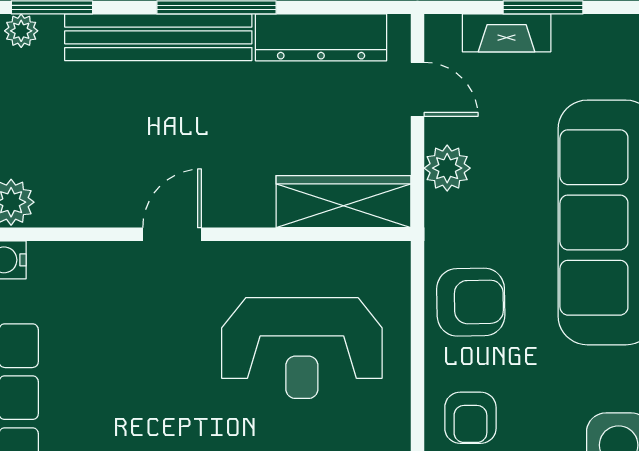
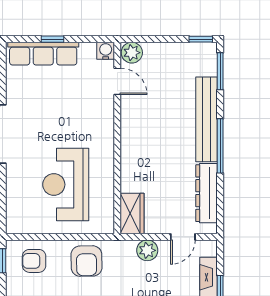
plant: (21, 31) -> (209, 57), removed
wardrobe: (344, 202) -> (132, 214), width x0.67
door: (172, 234) -> (117, 81), moved

